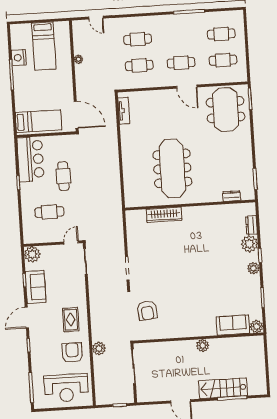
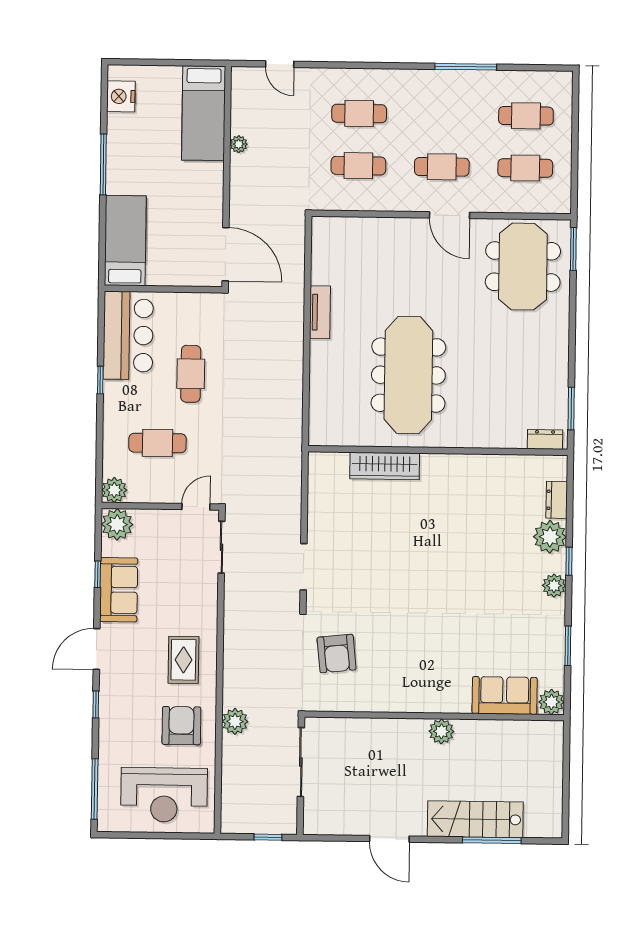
bed: (44, 46) -> (204, 113), moved
nightstand: (19, 58) -> (121, 96), moved
tv unit: (124, 111) -> (320, 312), moved
bed: (38, 121) -> (125, 241), moved, turned -90
dresser: (232, 196) -> (545, 440), moved
plant: (30, 237) -> (114, 490), added

